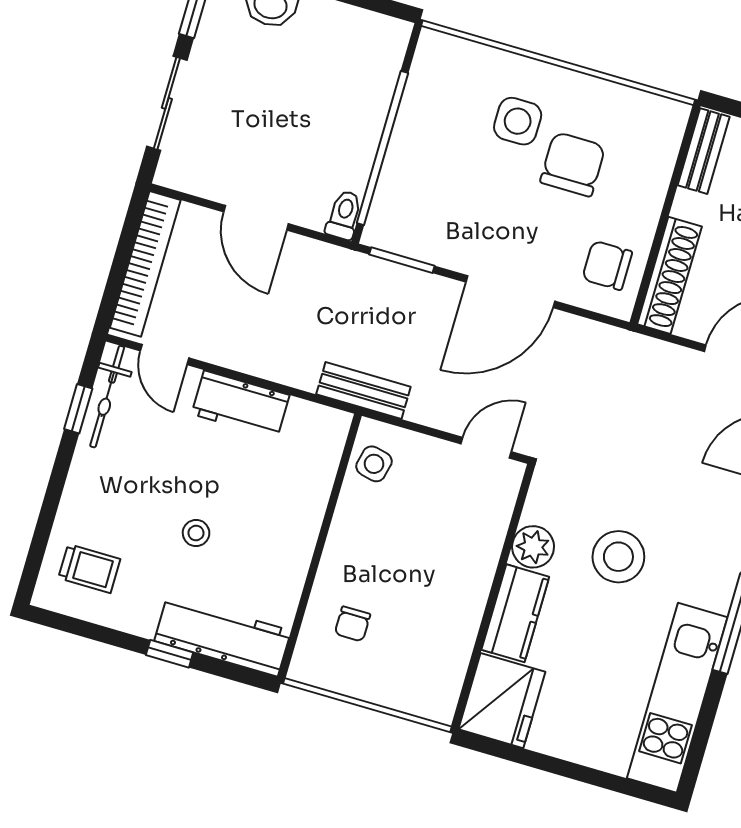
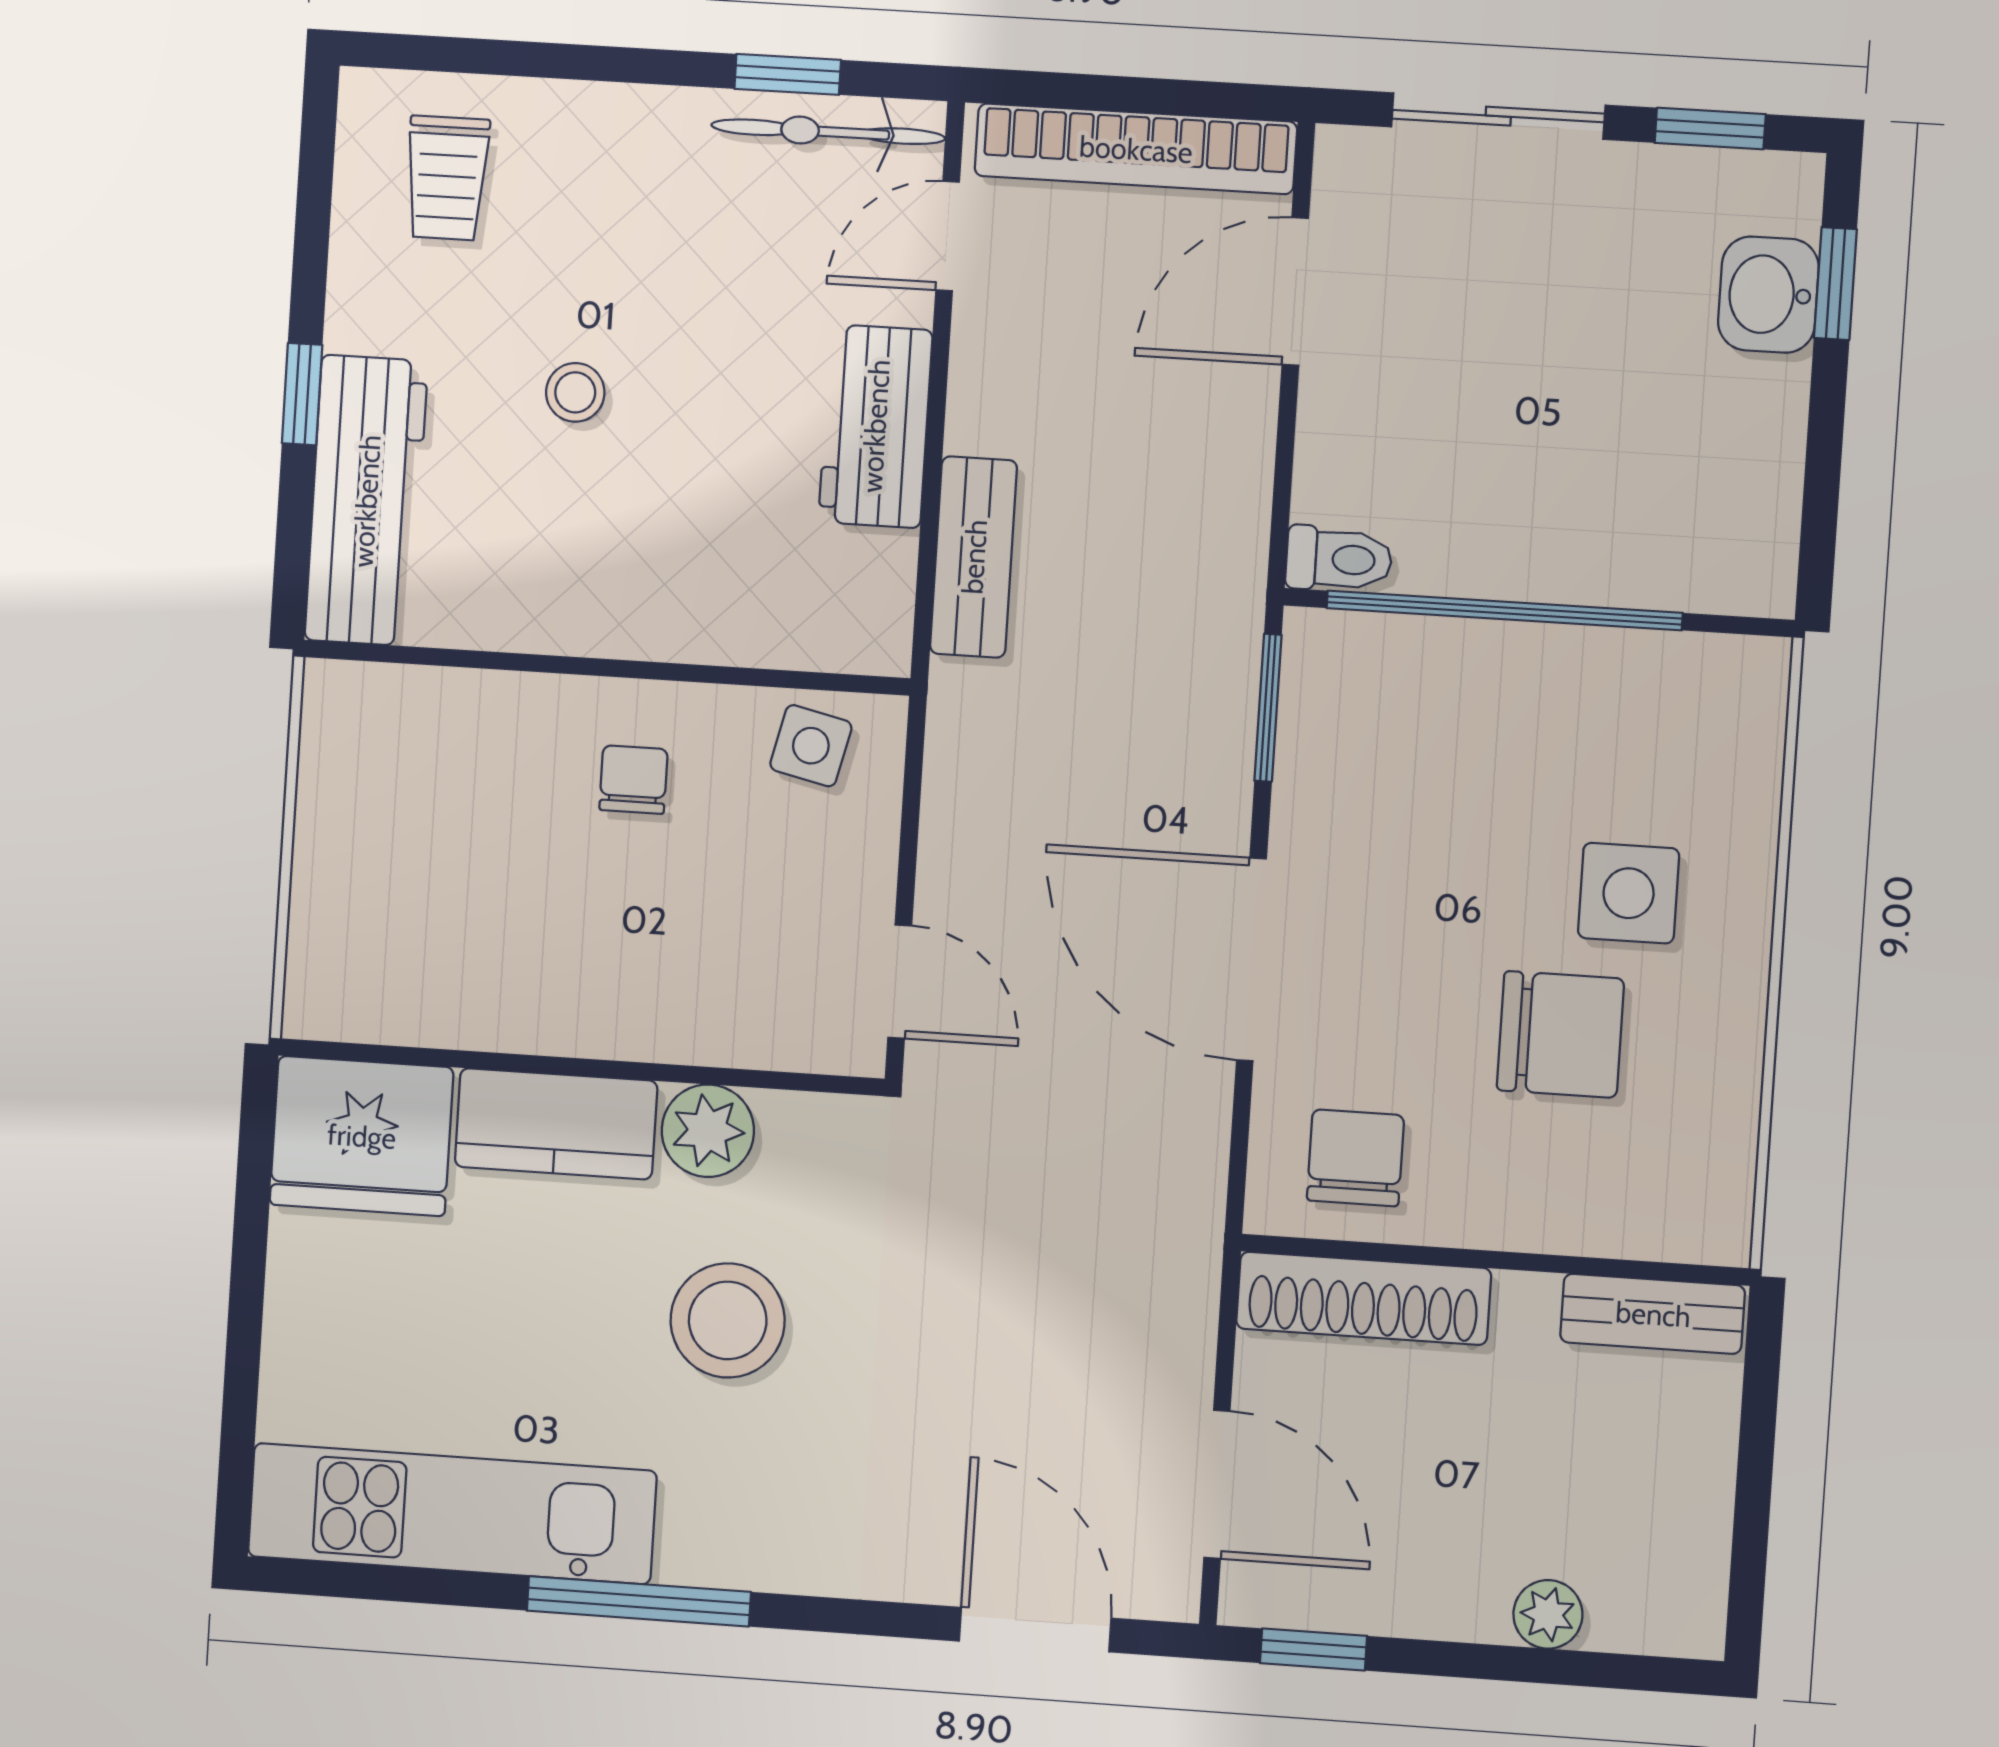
door: (256, 218) -> (1295, 291), moved
bench: (363, 391) -> (974, 557), moved
chair: (352, 624) -> (633, 780), moved, turned 90

